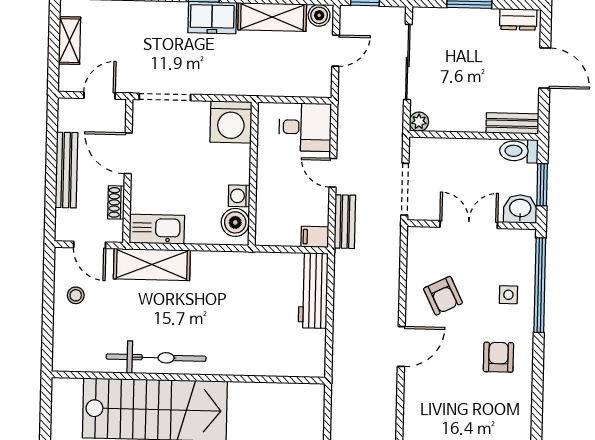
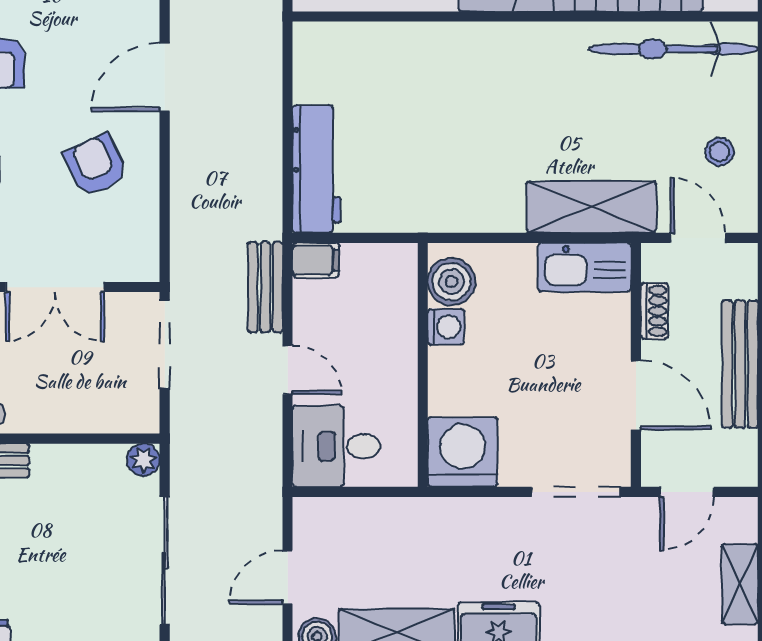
bicycle: (156, 358) -> (673, 49), moved

